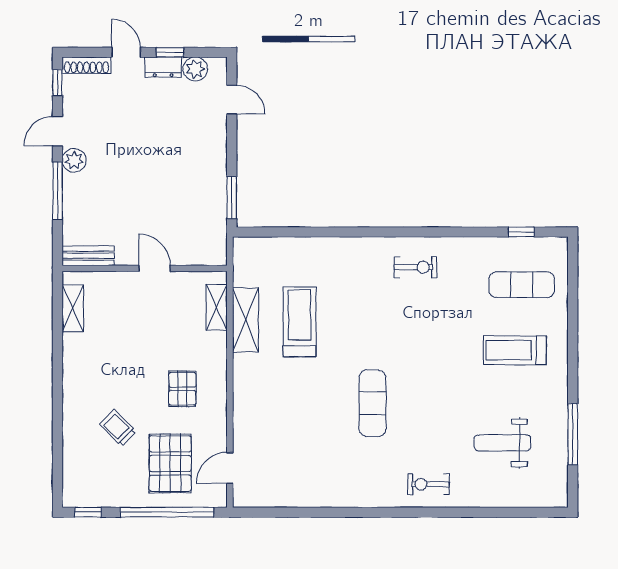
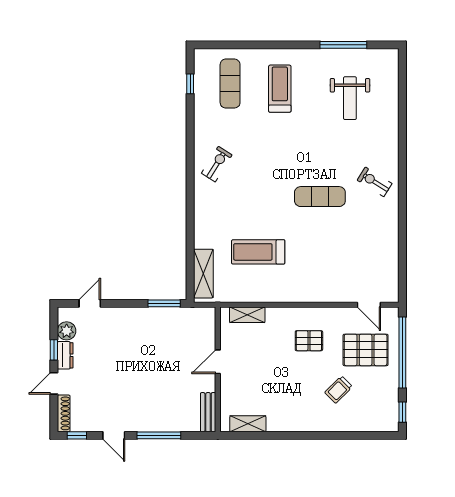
plant: (74, 160) -> (136, 423), removed
exercise bike: (415, 267) -> (217, 164), turned 32
shelving: (246, 320) -> (203, 274), moved, turned 90
treadmill: (515, 350) -> (280, 89), turned 180
exercise bike: (428, 484) -> (375, 182), moved, turned 122

